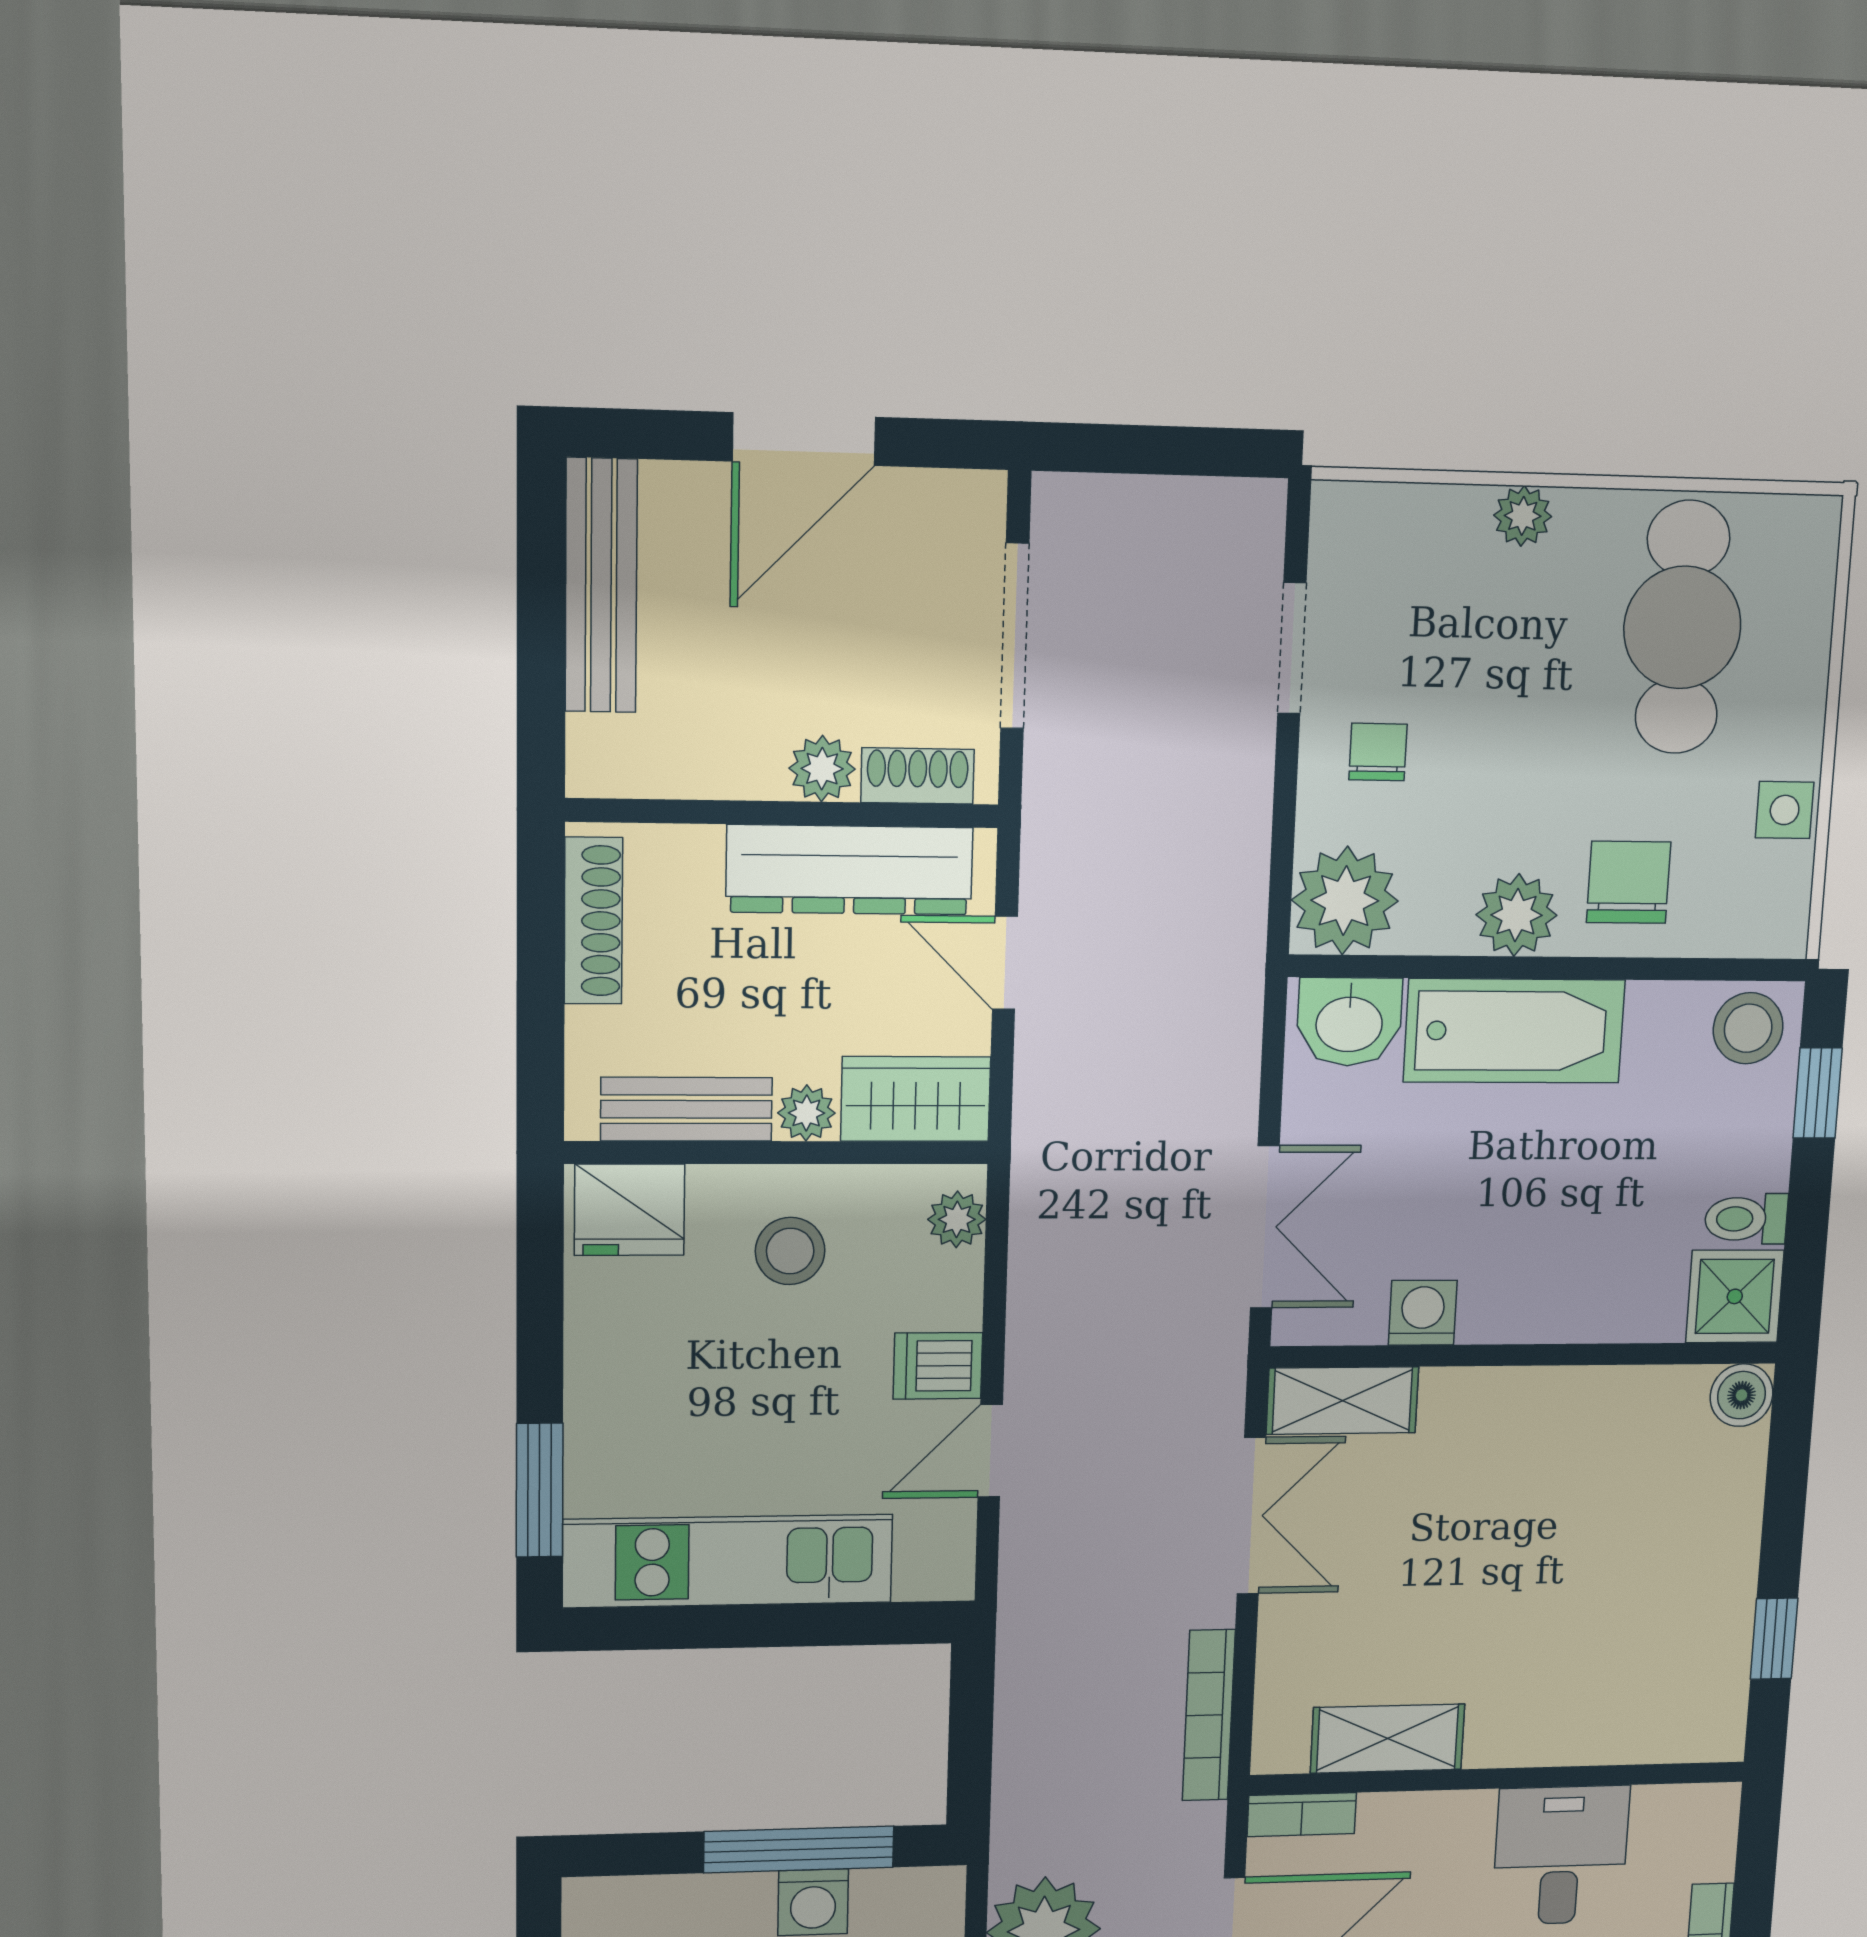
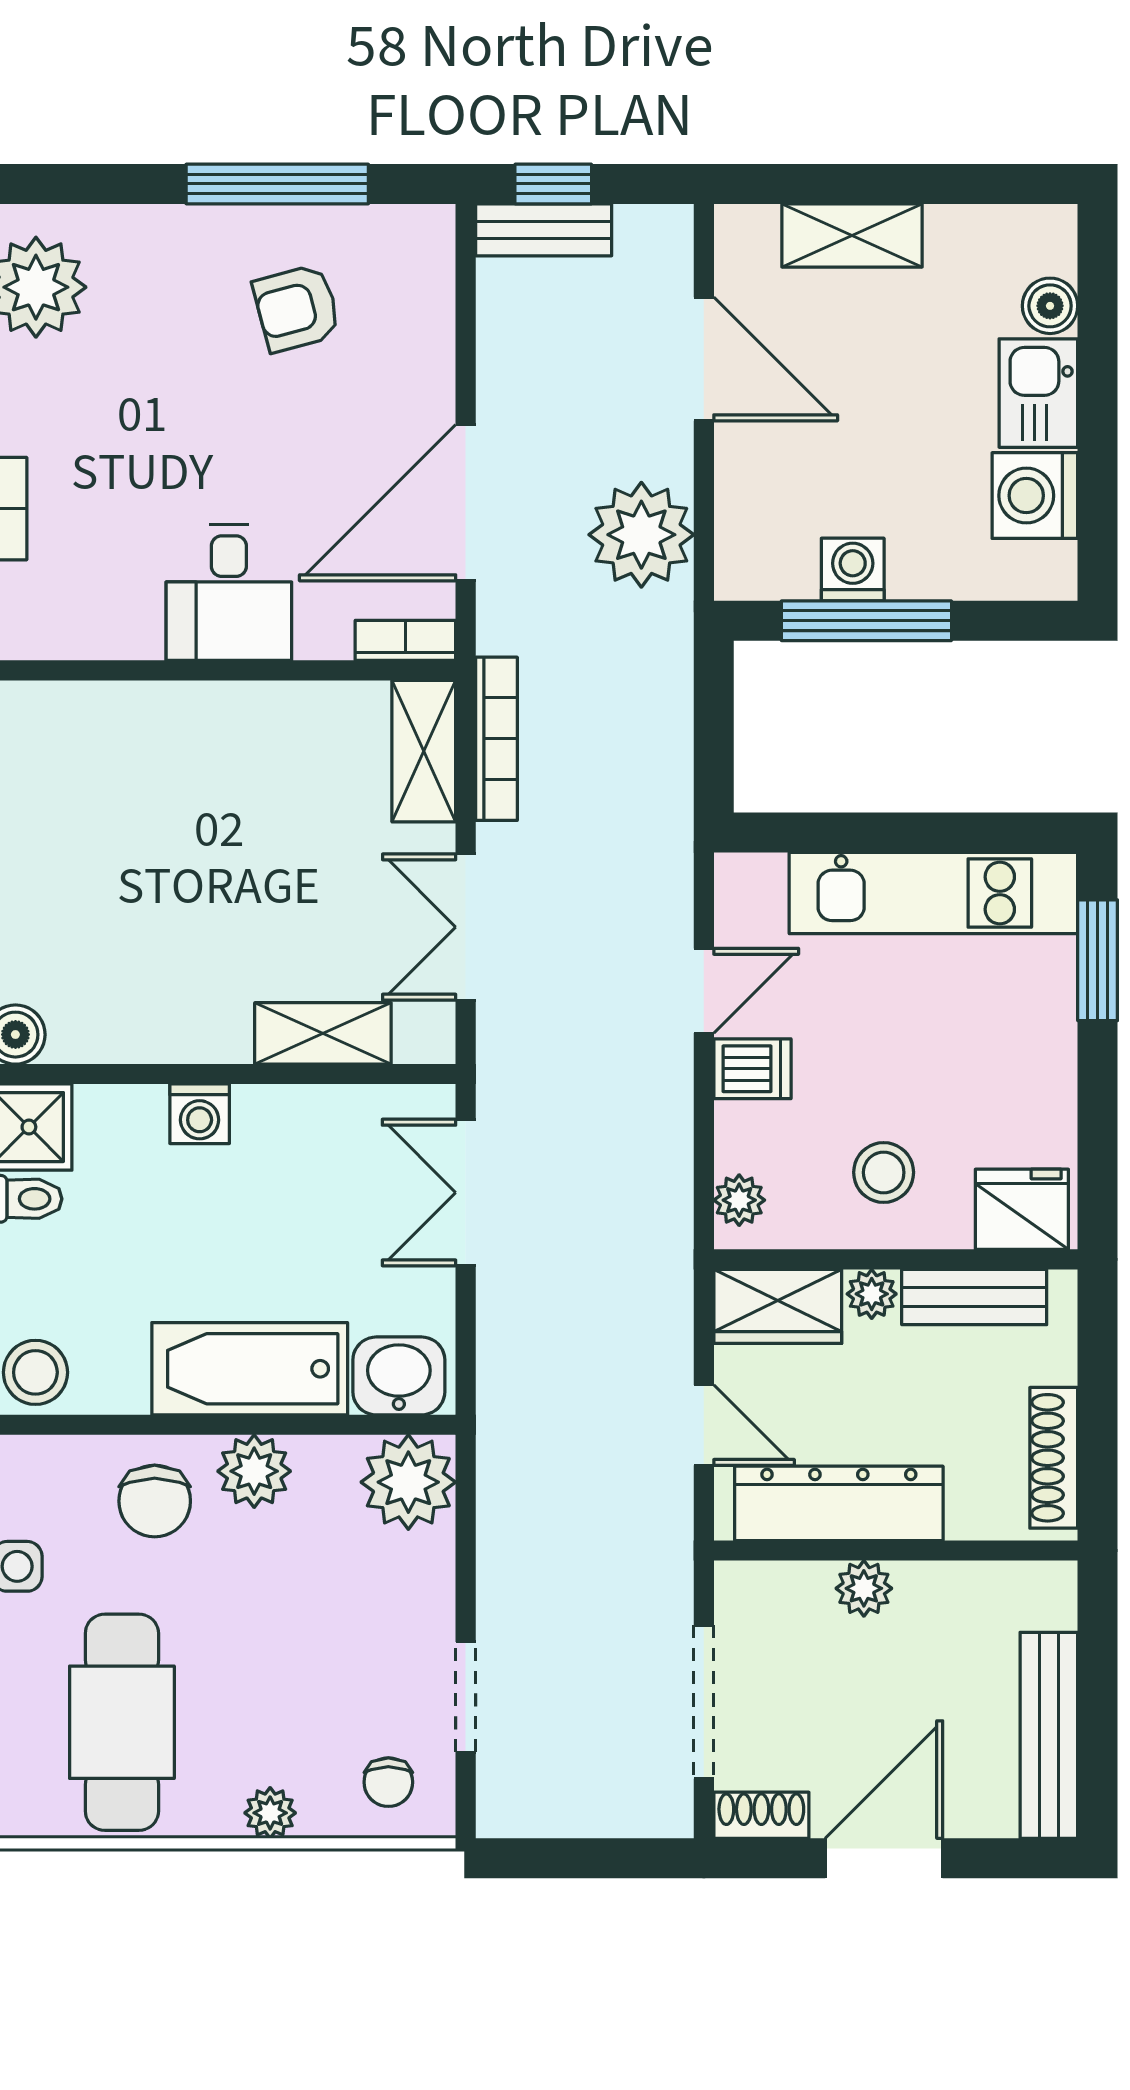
chair: (1378, 752) -> (388, 1782), moved
shoe rack: (918, 776) -> (761, 1815), moved, turned 180
washing machine: (1423, 1313) -> (200, 1114), moved
shelving: (1342, 1401) -> (323, 1033), moved
shelving: (1388, 1739) -> (424, 751), moved, turned 90
desk: (1561, 1855) -> (229, 593), moved

